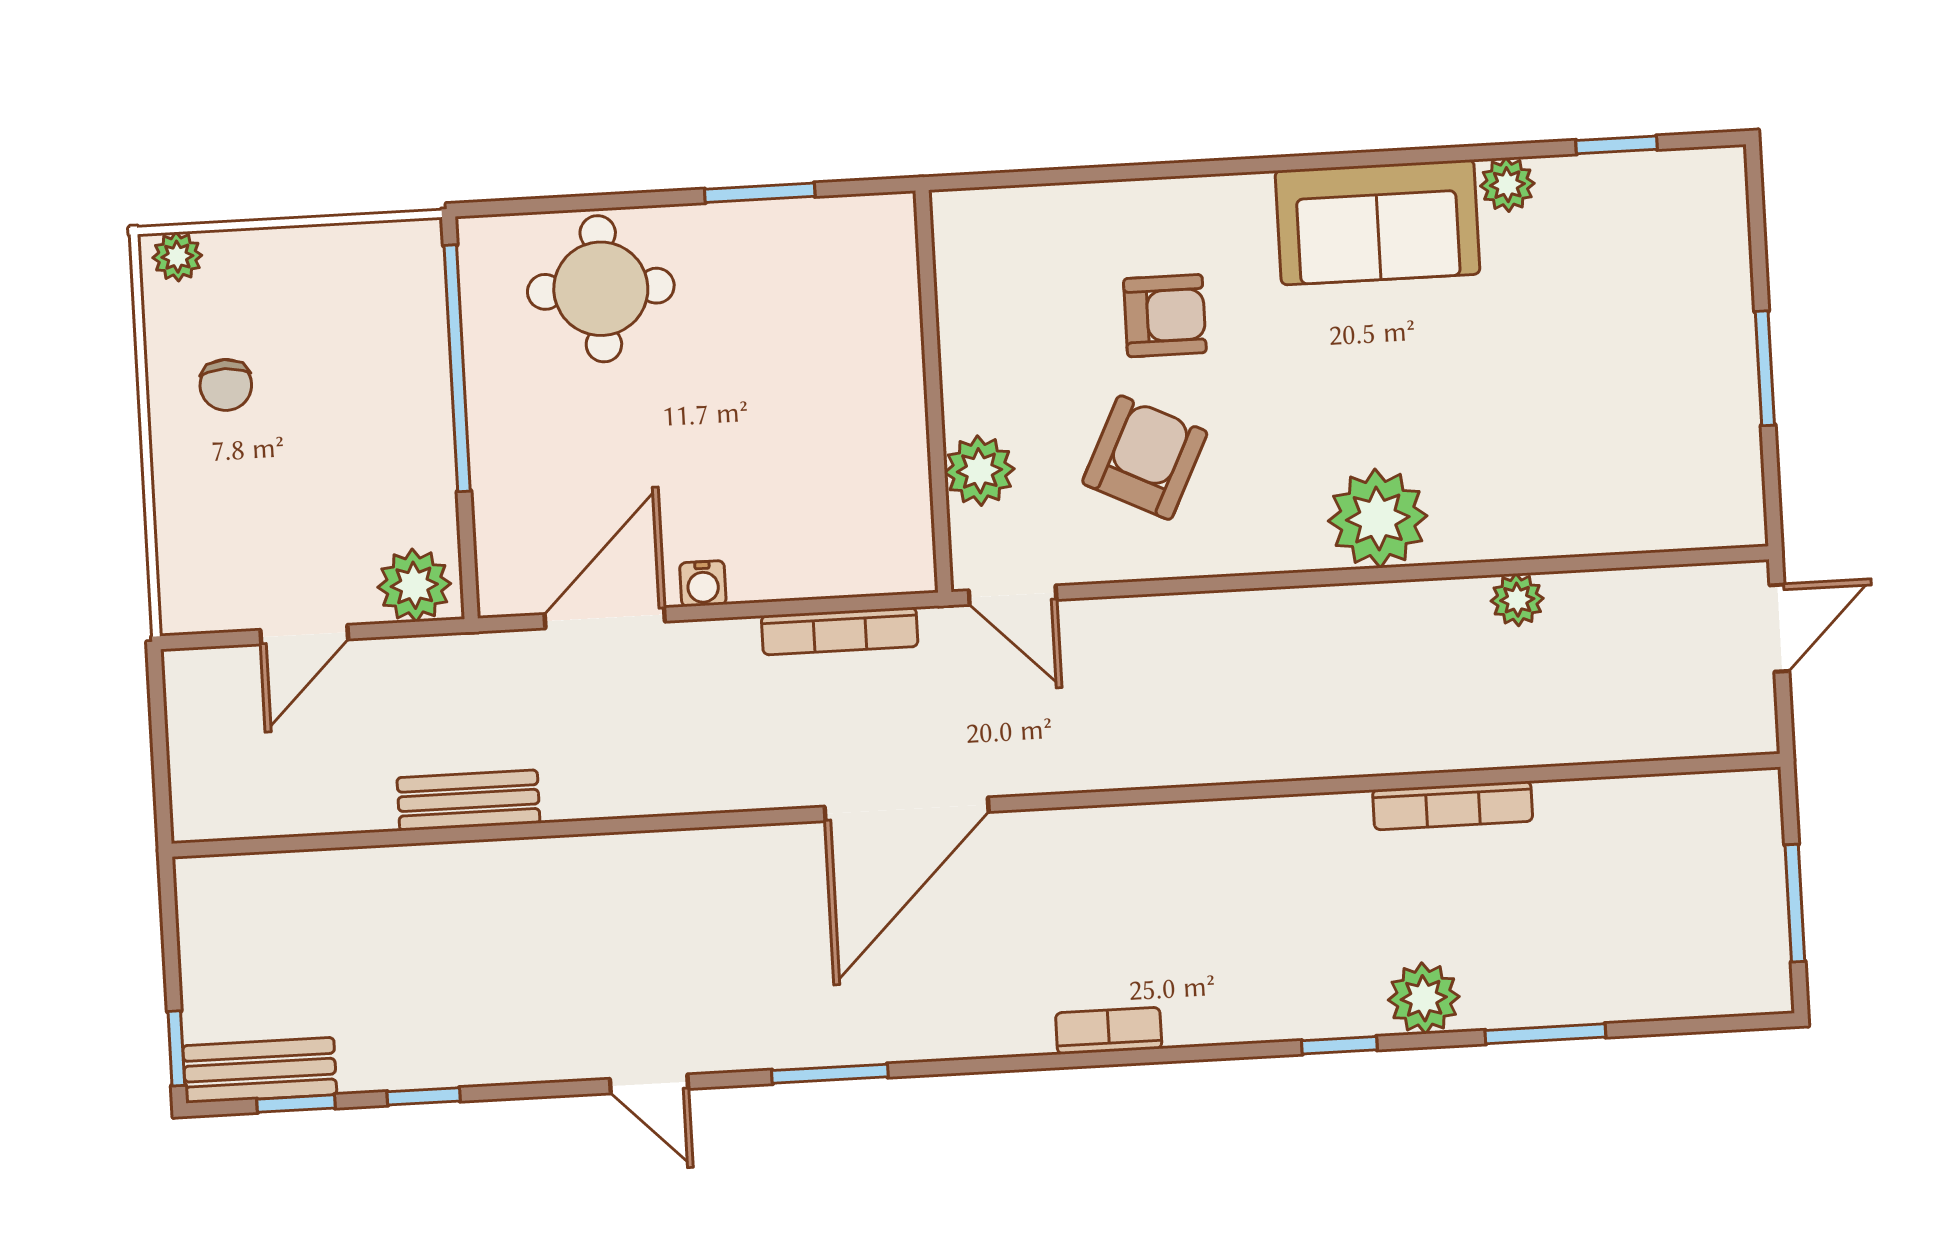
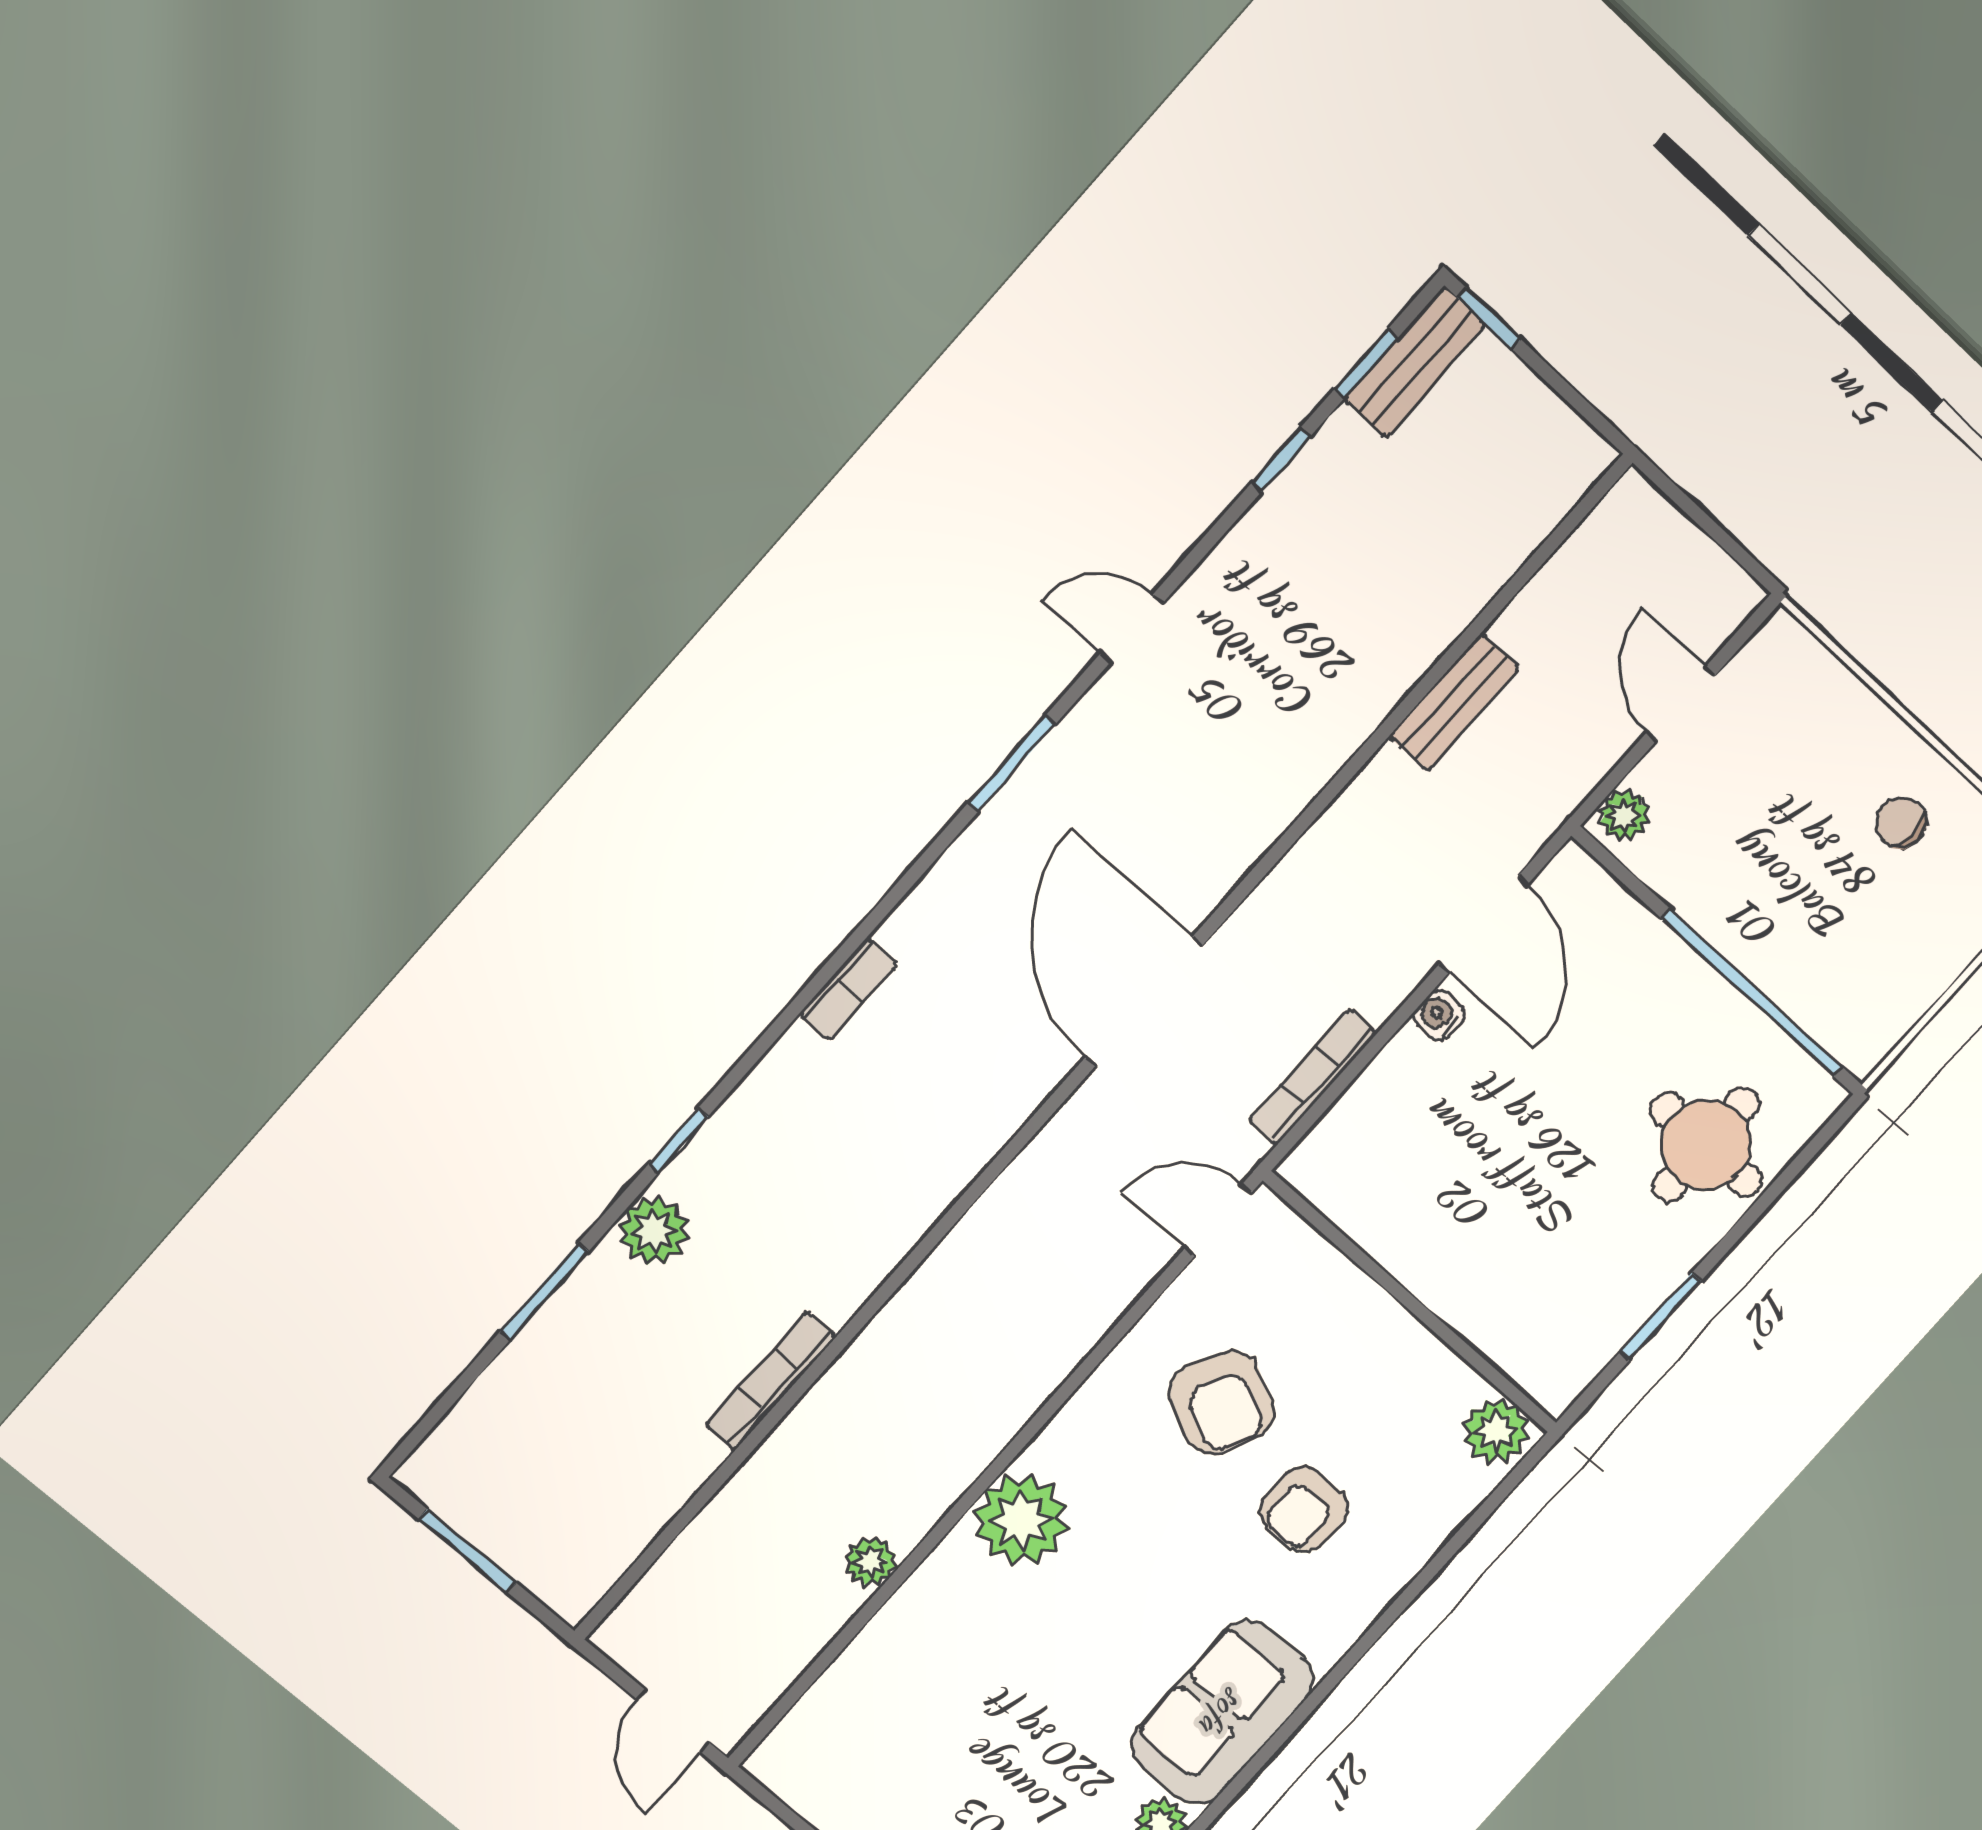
plant: (979, 471) -> (1496, 1431), moved
plant: (414, 585) -> (1624, 815), width x0.73, depth x0.73

